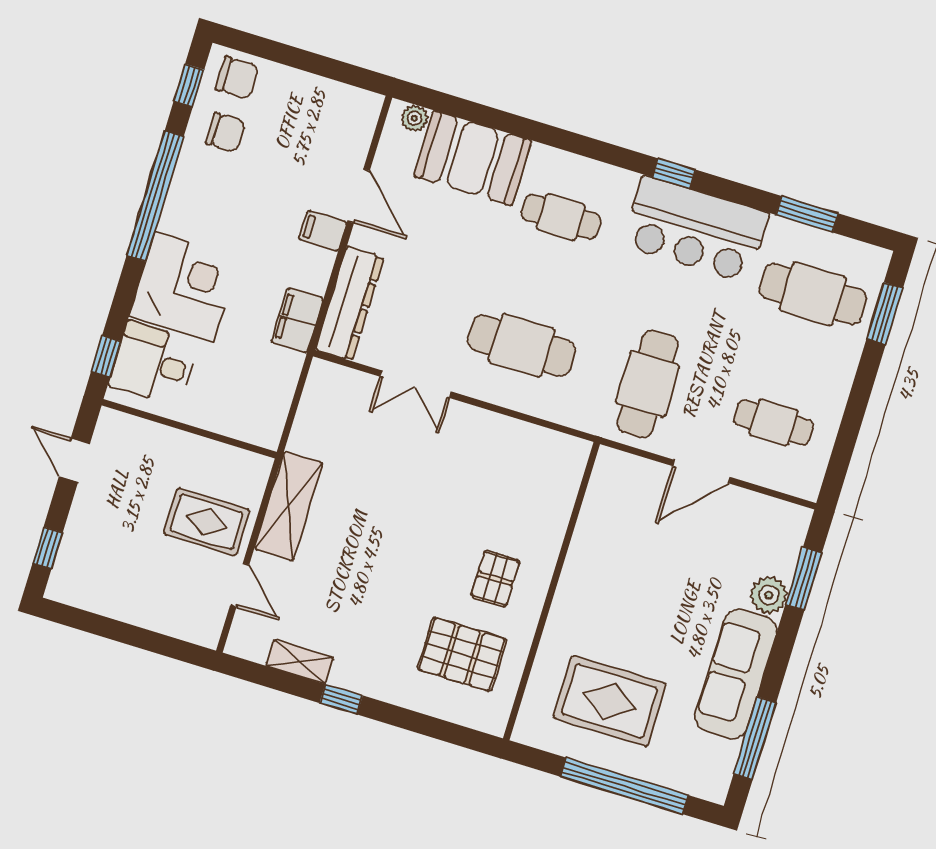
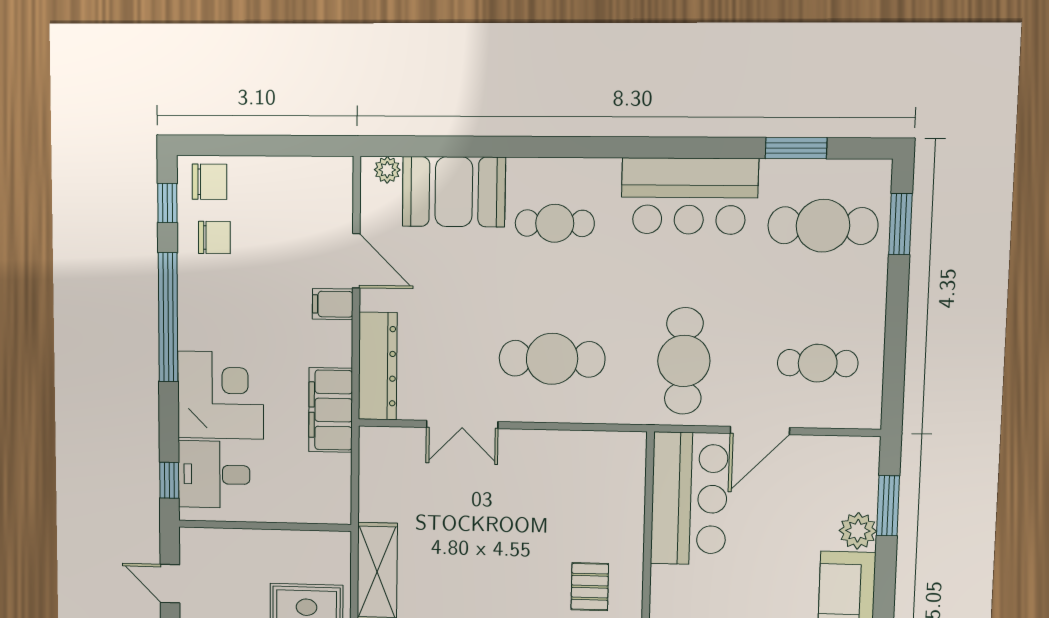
window: (674, 173) -> (653, 147), removed
filing cabinet: (297, 320) -> (331, 410), width x1.50, depth x1.17
bar counter: (616, 519) -> (689, 499), added

